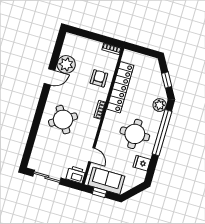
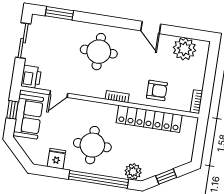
plant: (66, 64) -> (184, 49), moved
round table: (63, 120) -> (99, 52), turned 32
window: (29, 146) -> (59, 13), added

